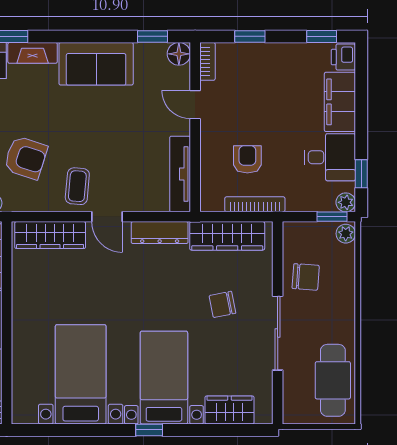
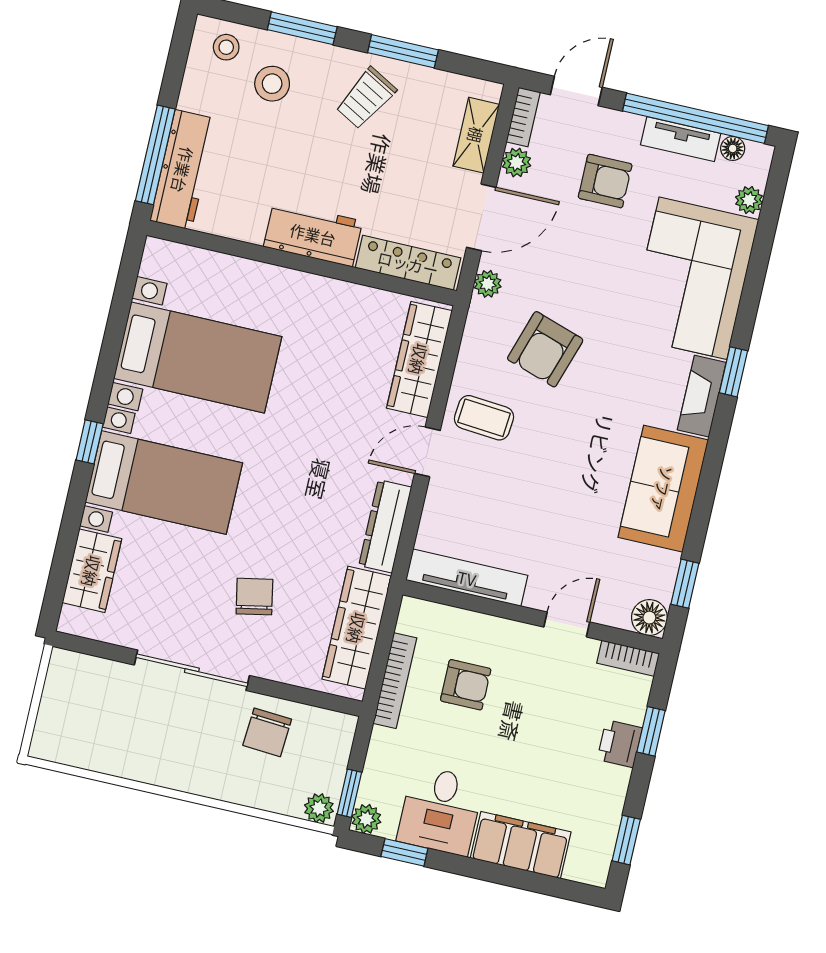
printer: (343, 57) -> (620, 744), moved, turned -90
cafe table: (333, 380) -> (101, 738), removed

